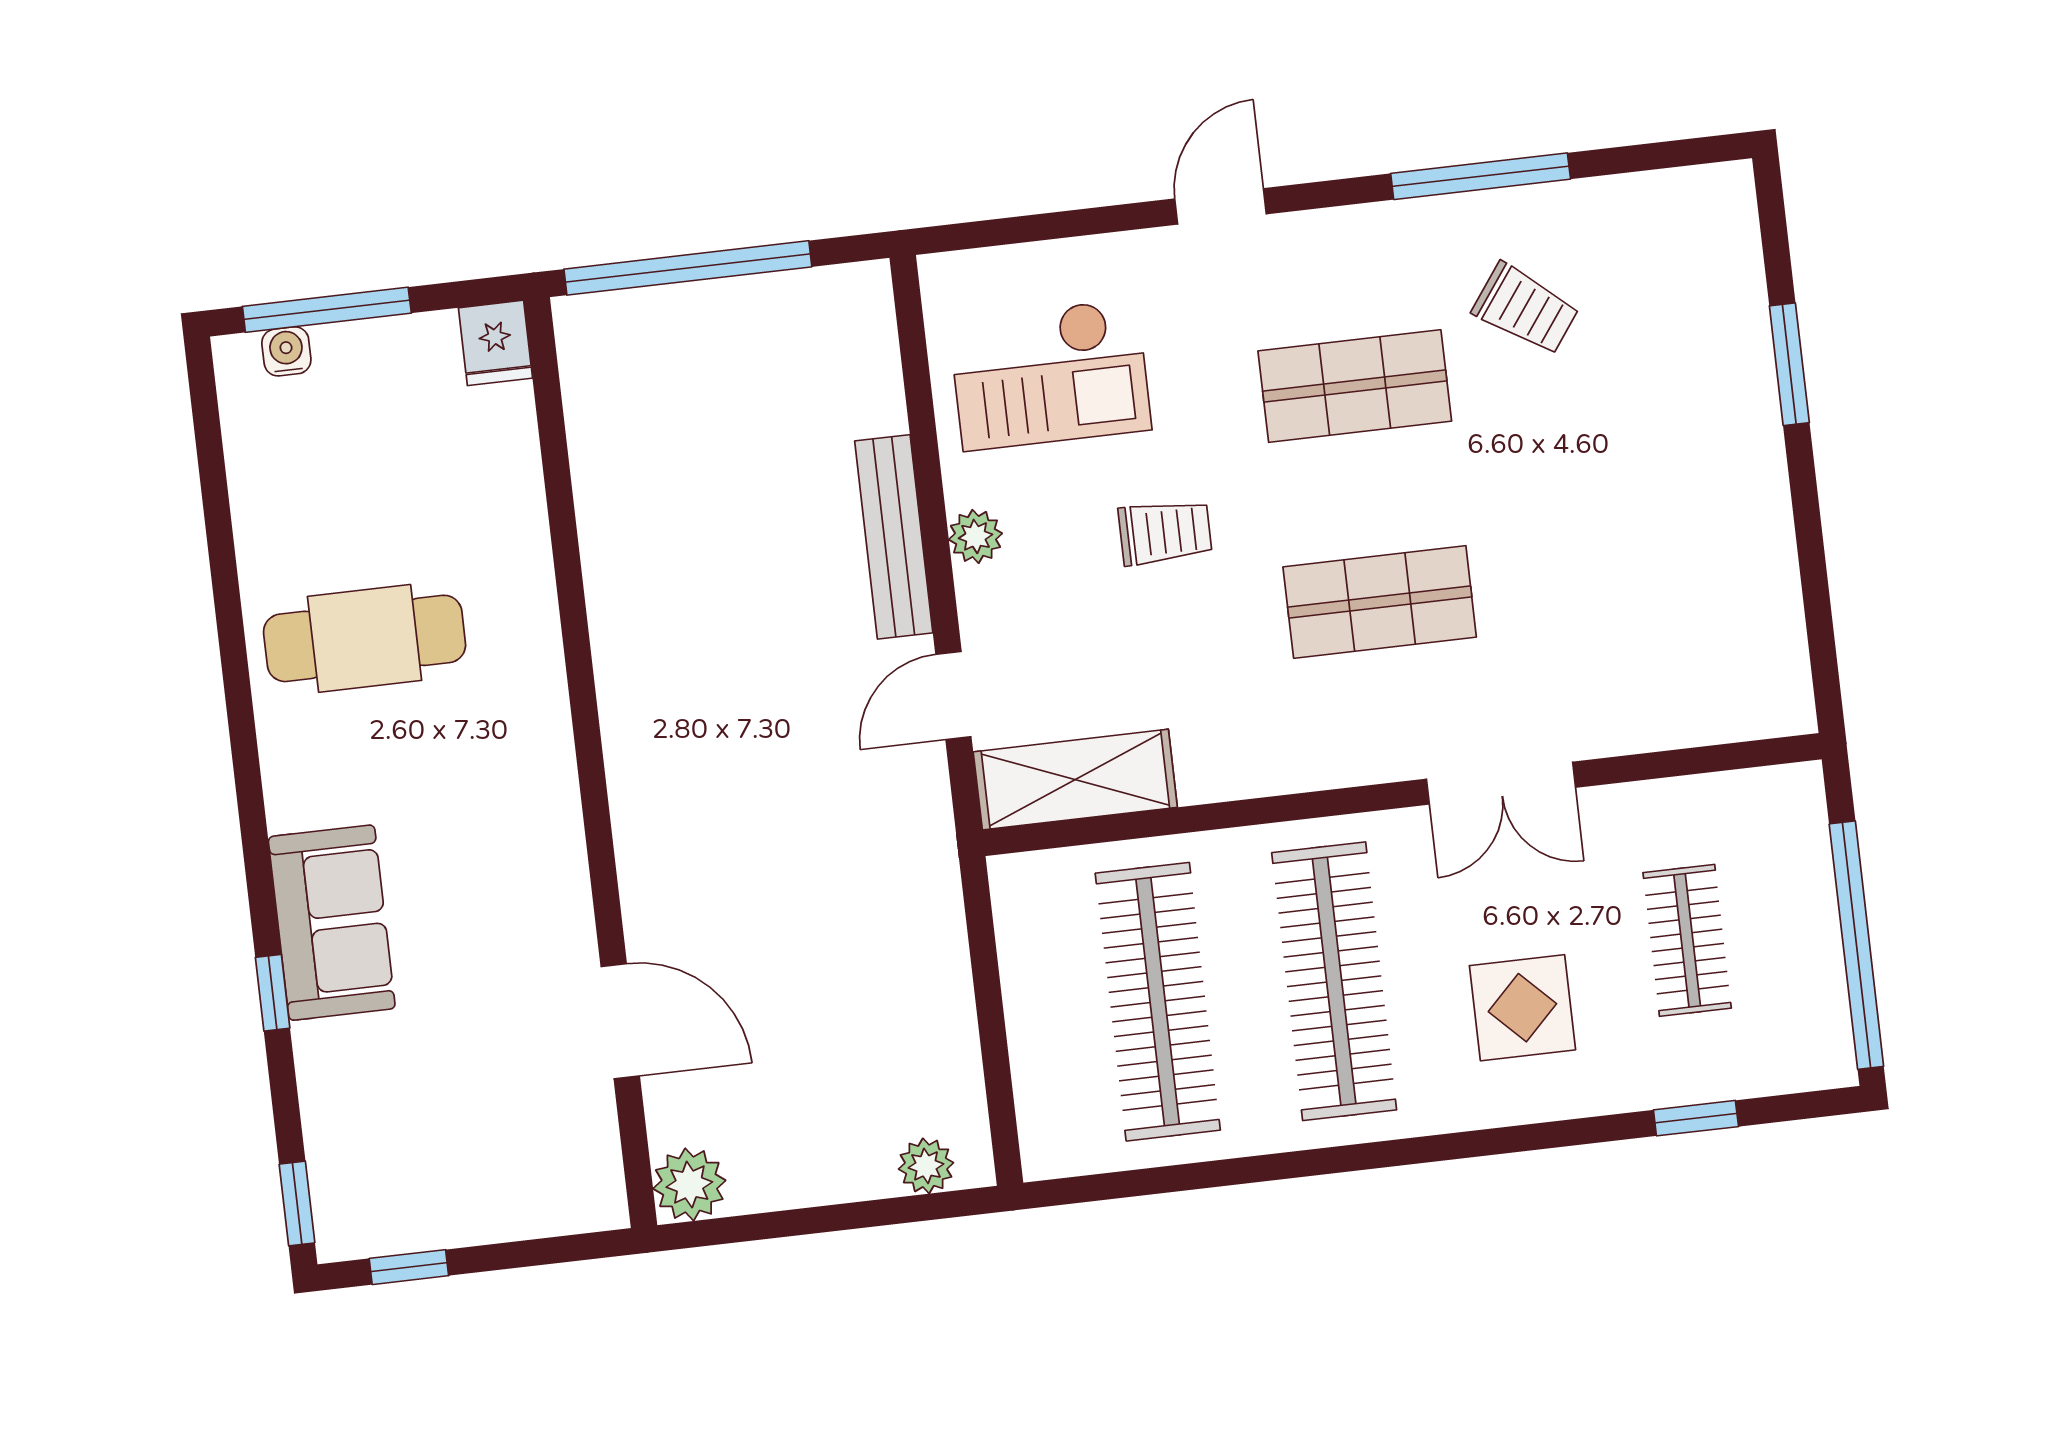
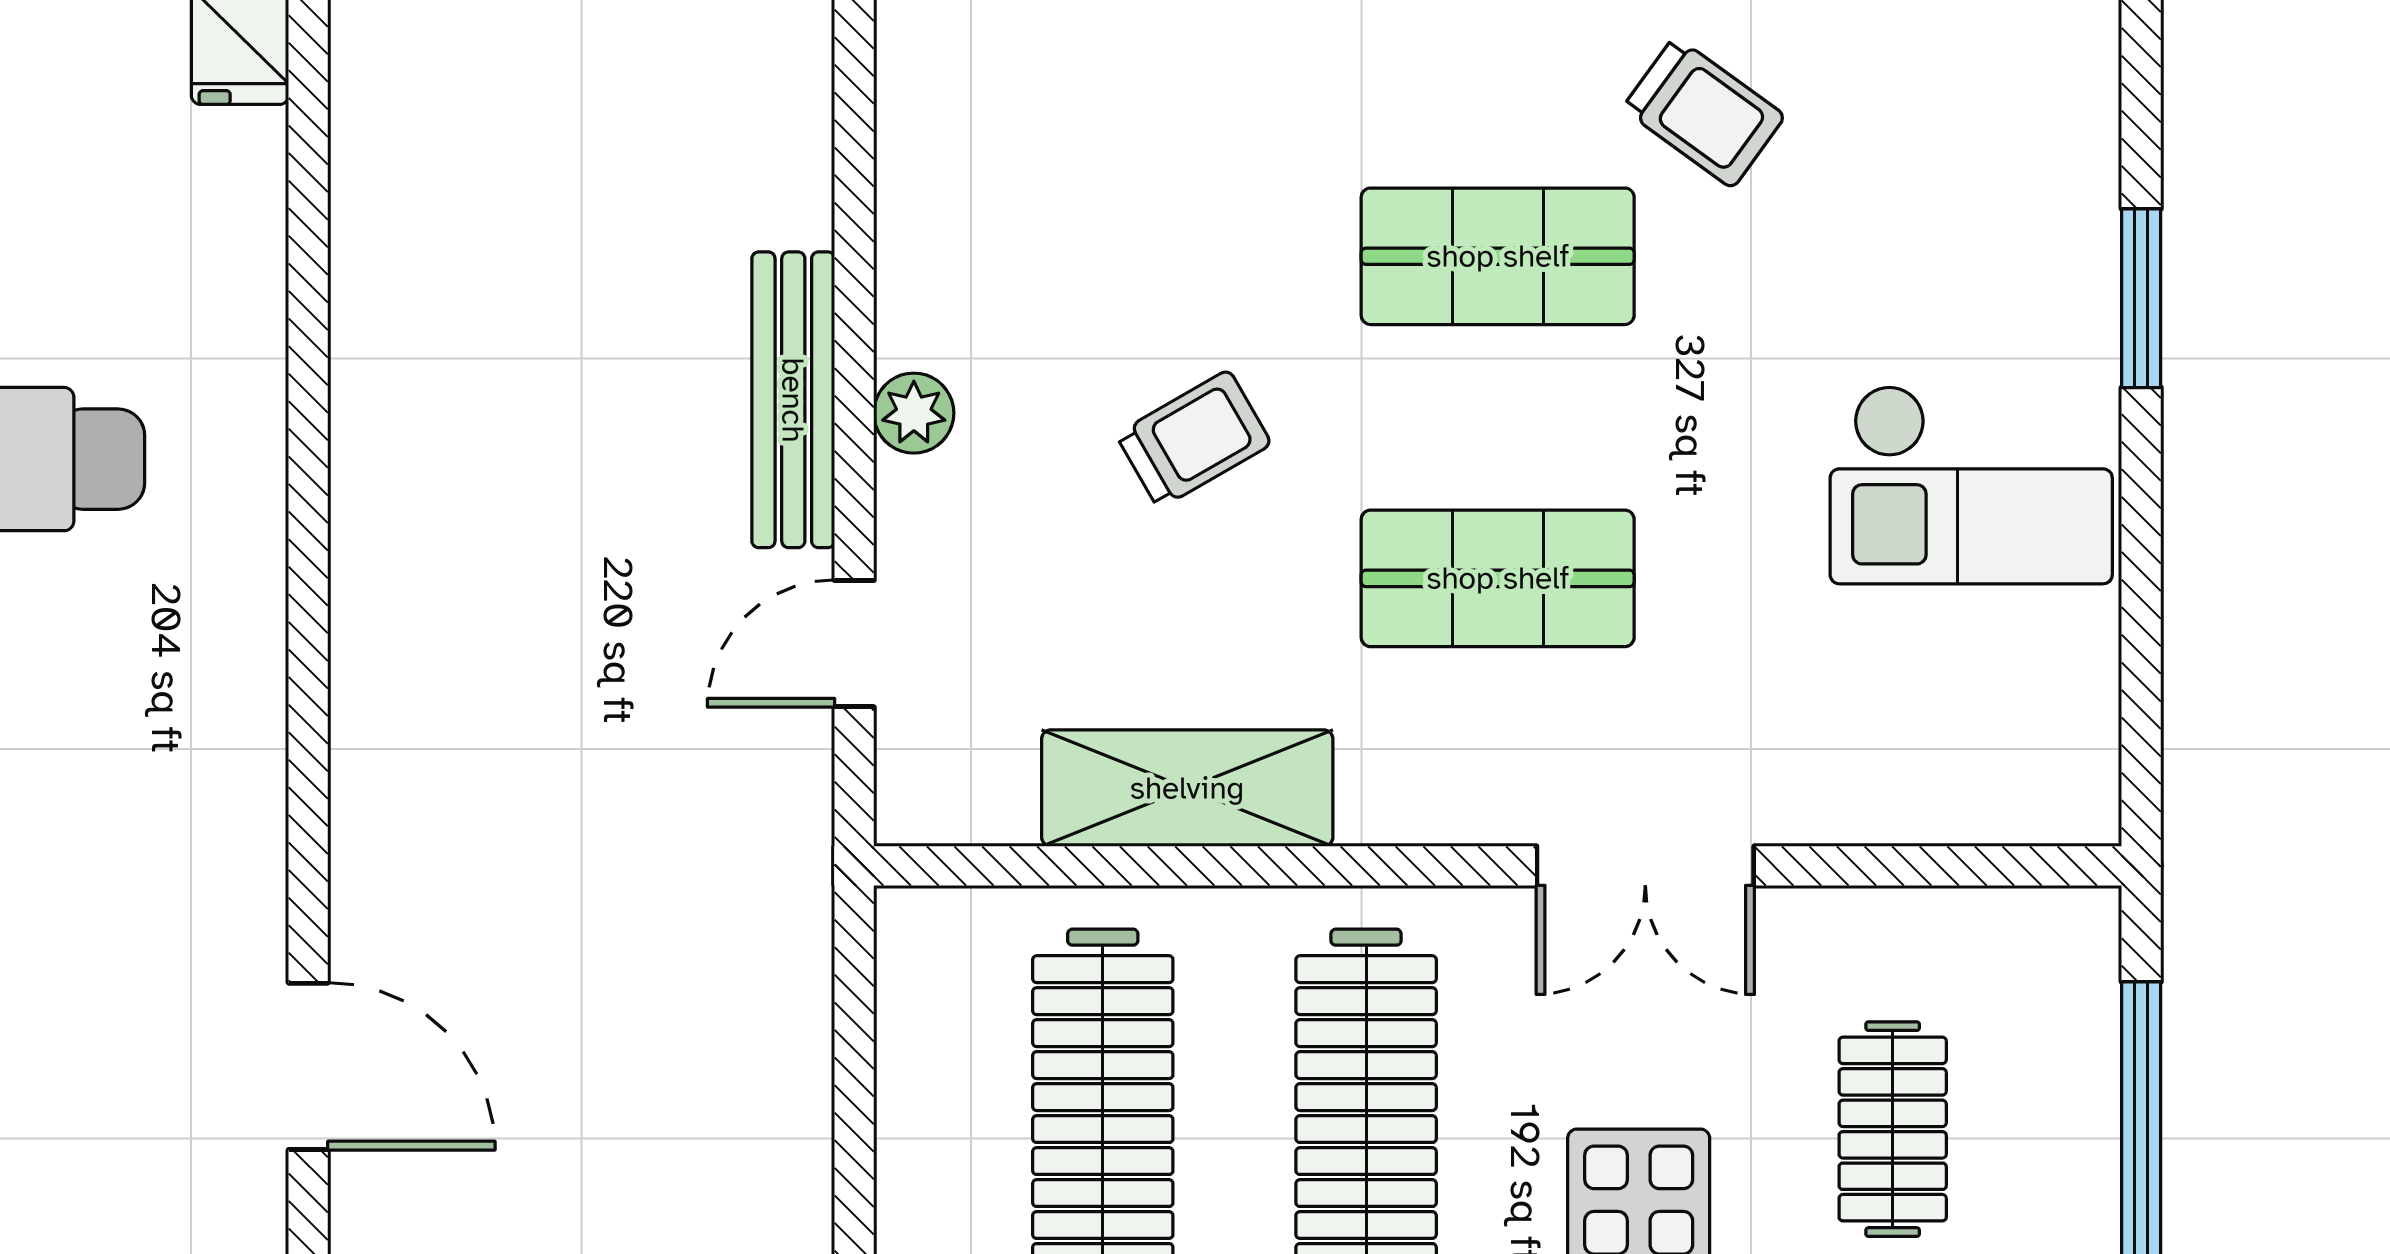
trolley: (1526, 309) -> (1704, 112), moved
checkout: (1050, 374) -> (1971, 485), moved
trolley: (1165, 532) -> (1194, 439), turned -30
shelving: (1075, 780) -> (1187, 788), moved

